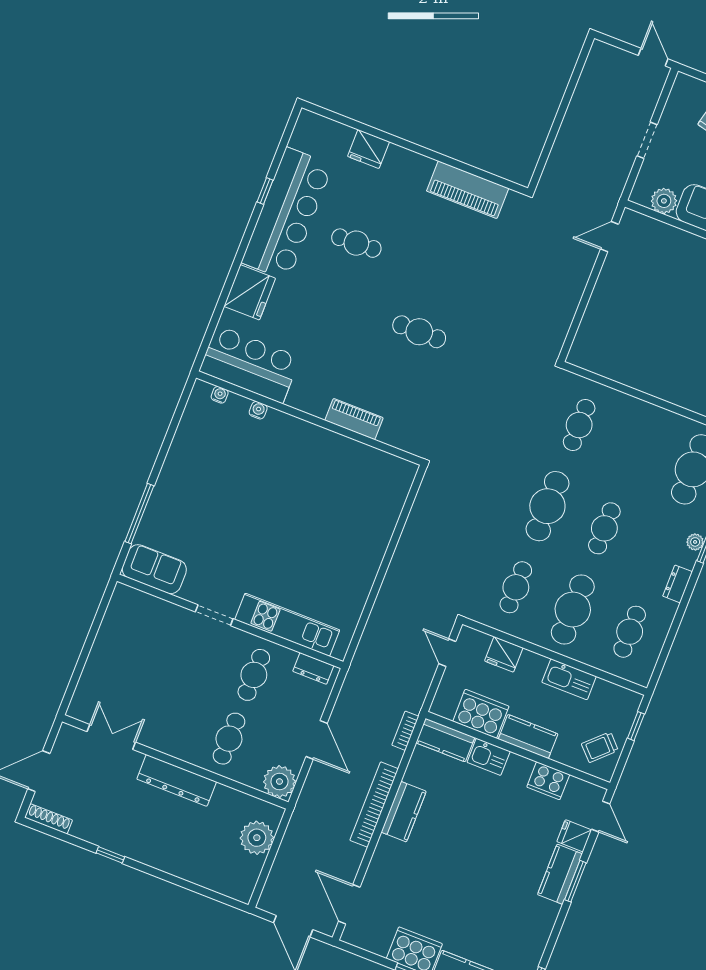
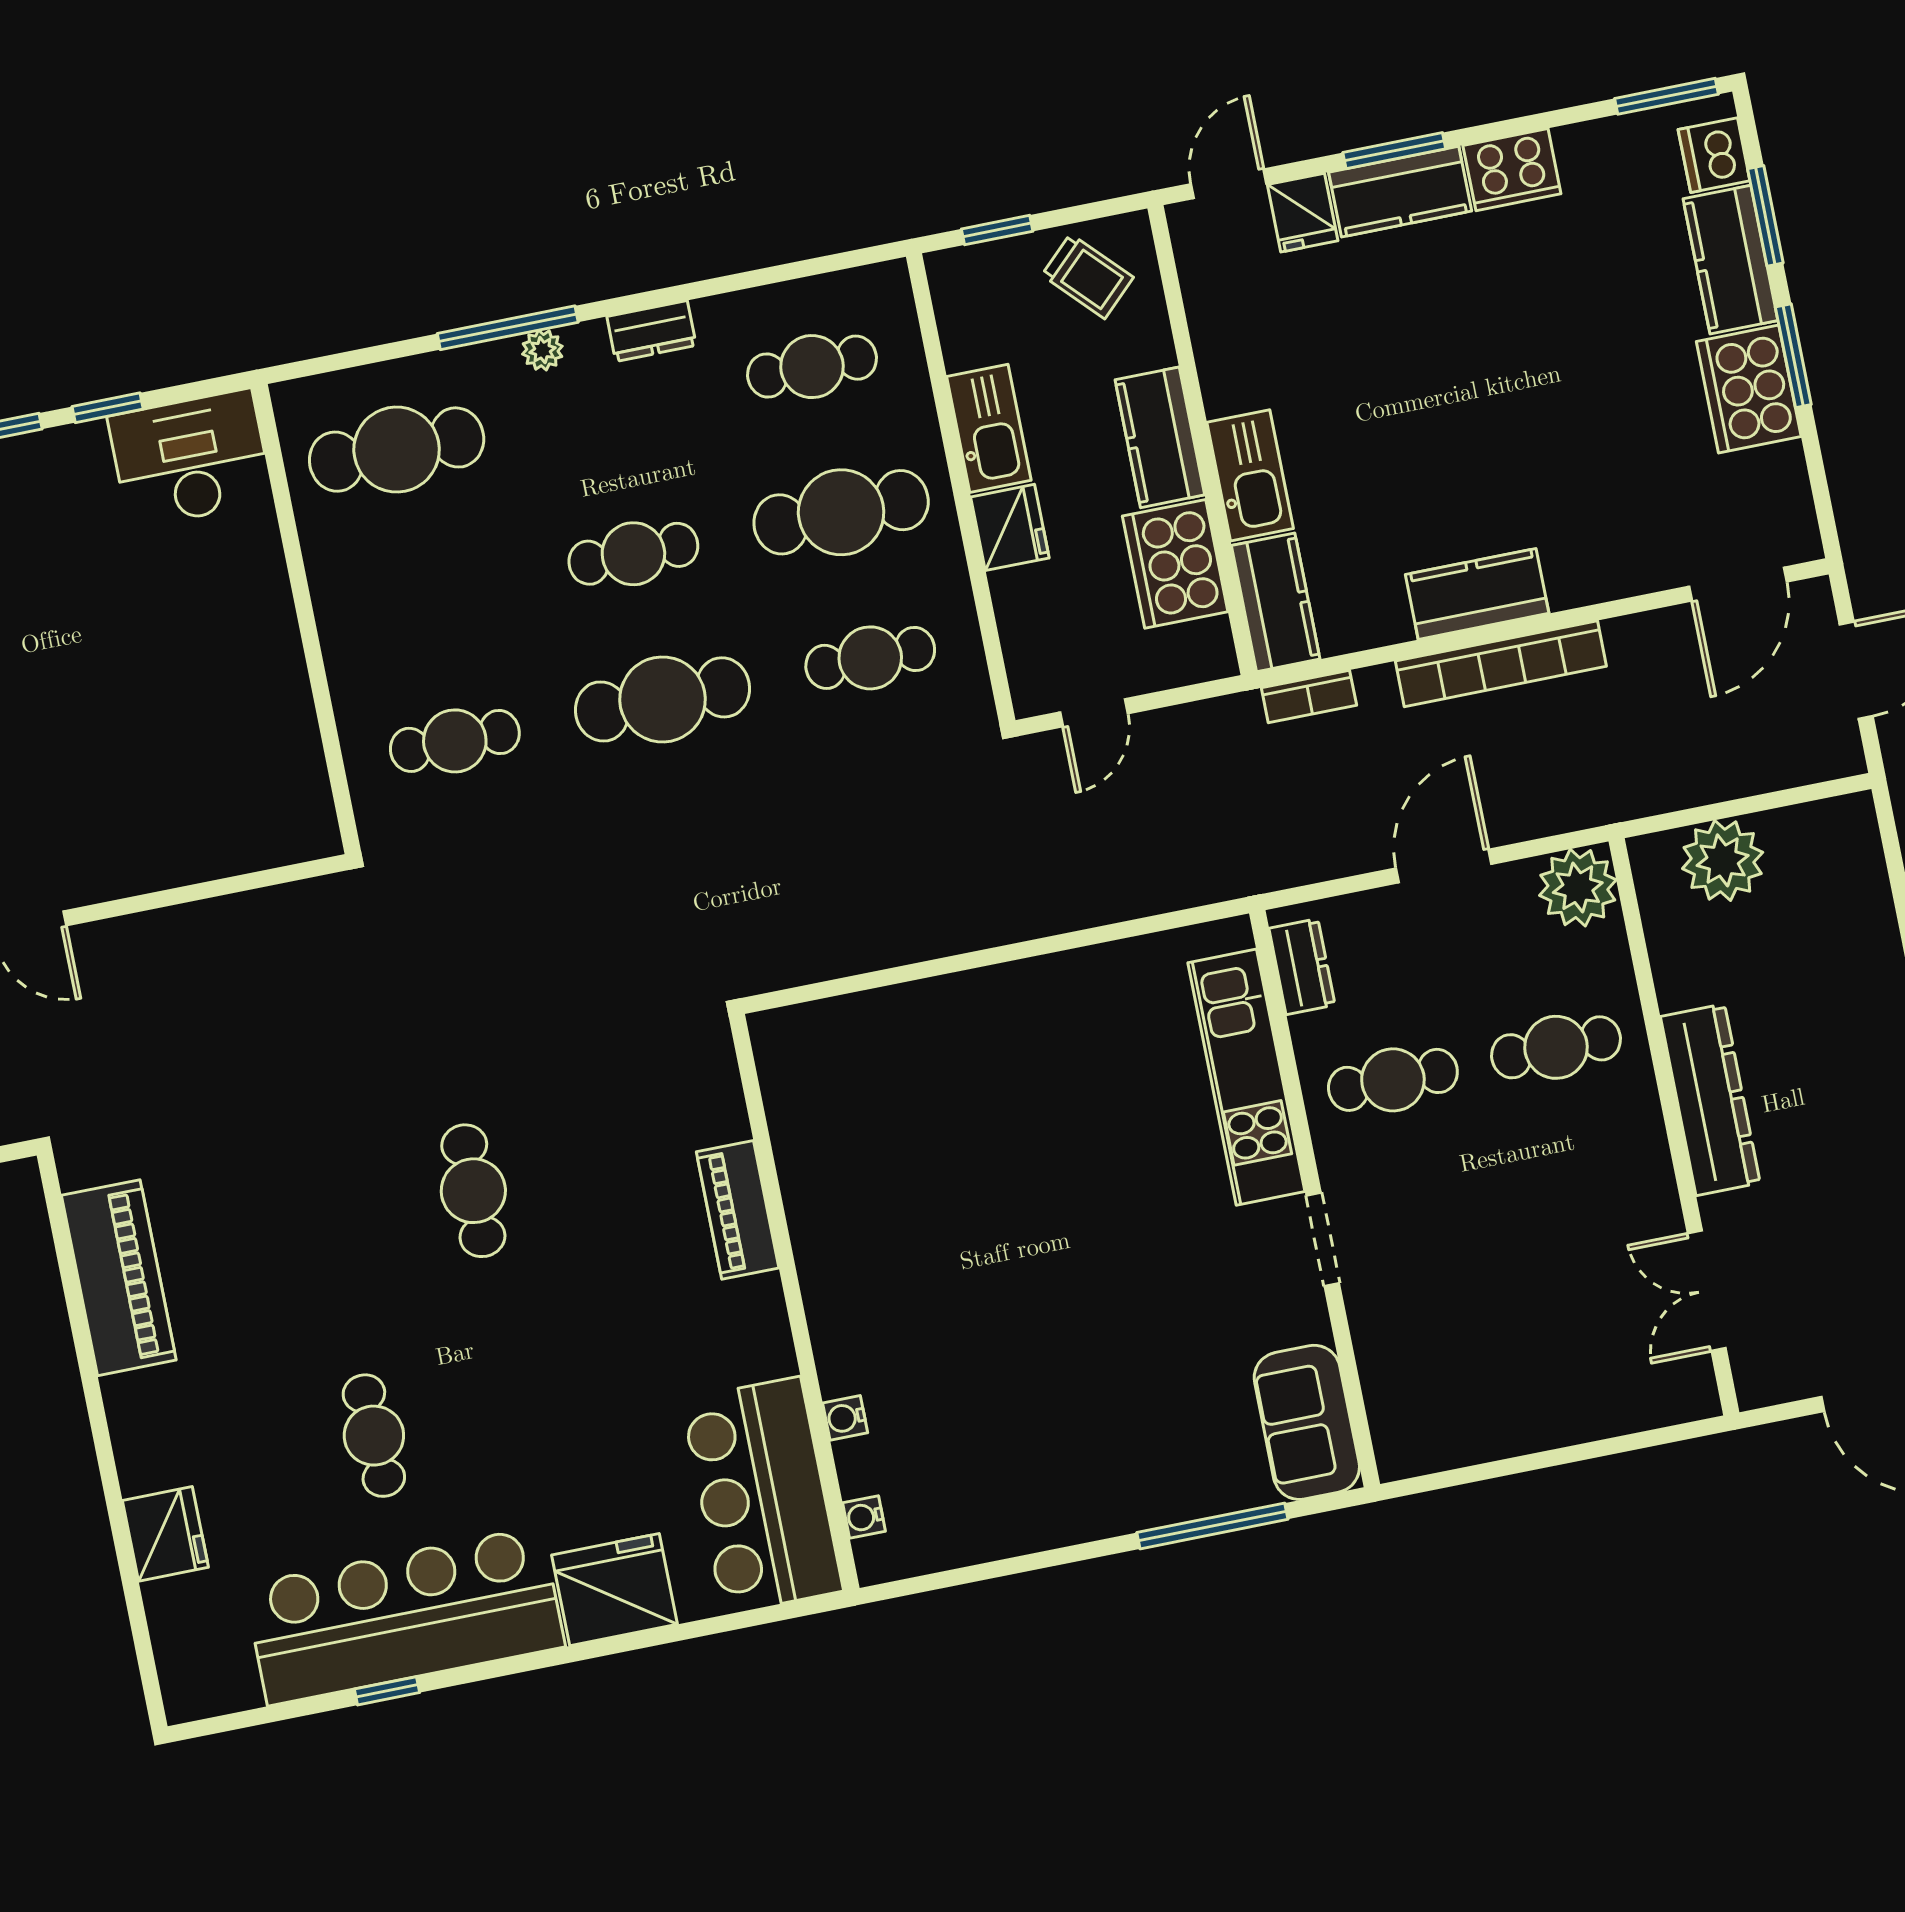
fridge: (504, 654) -> (1010, 527), moved
kitchen sink: (489, 757) -> (1250, 475), width x1.38
cooker: (548, 781) -> (1512, 170), moved, turned 90

